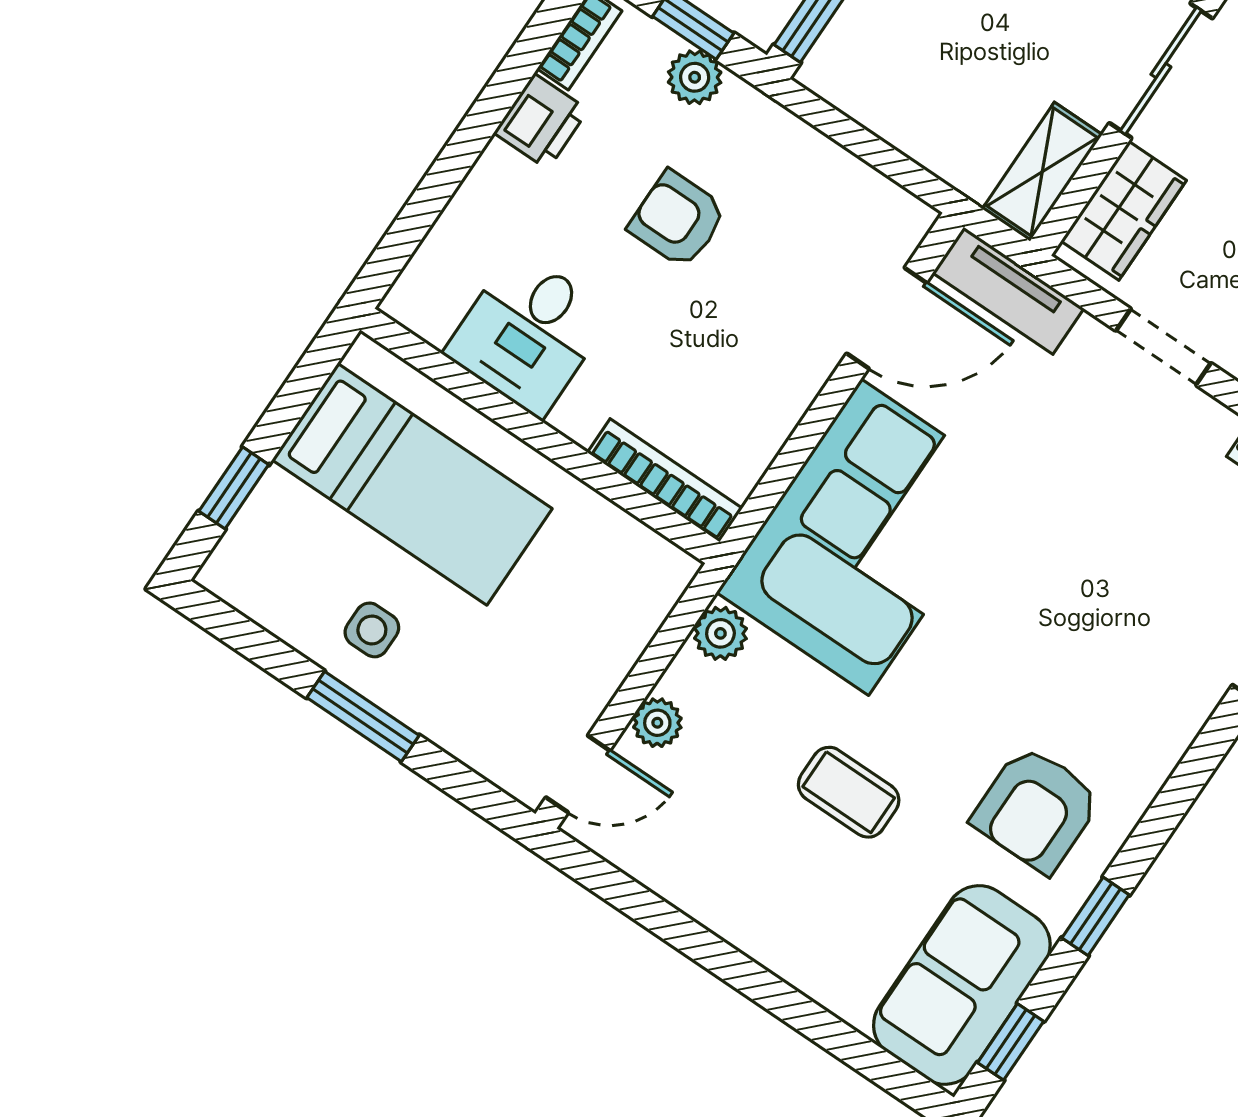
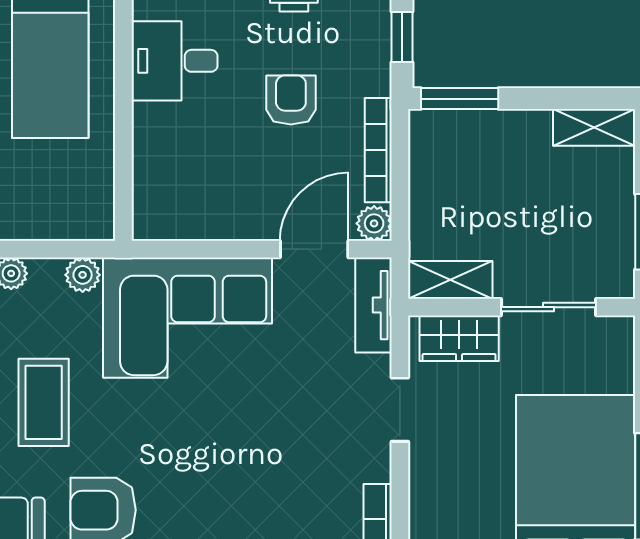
plant: (695, 77) -> (374, 223), moved
door: (887, 318) -> (314, 249), swing flipped
bookcase: (665, 480) -> (378, 150), moved, turned 180
coffee table: (849, 792) -> (44, 402), width x1.36, depth x1.30

